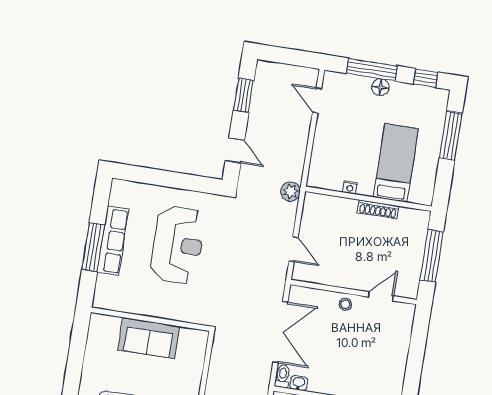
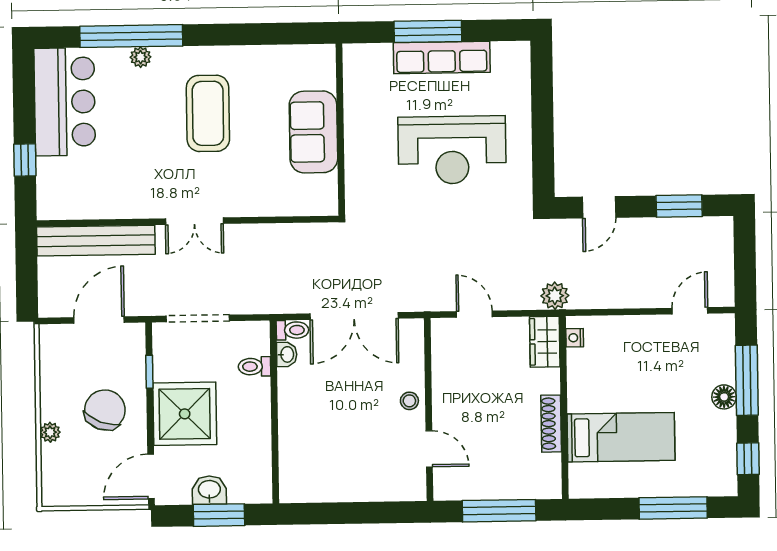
nightstand: (350, 187) -> (575, 338), moved
wardrobe: (321, 204) -> (545, 342), added
door: (293, 249) -> (474, 314), swing flipped

